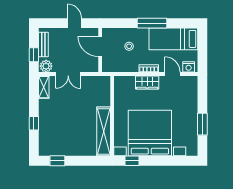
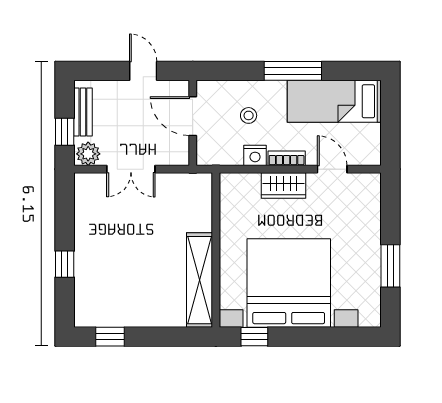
nightstand: (189, 67) -> (255, 155), moved
shelving: (44, 87) -> (84, 194), removed

